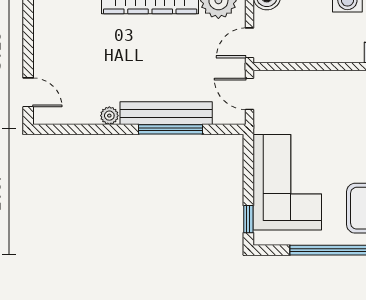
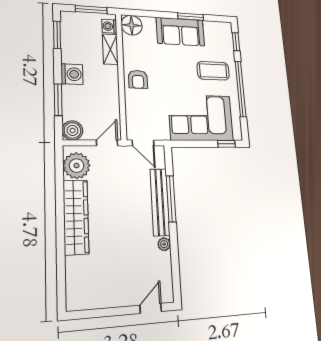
door: (250, 43) -> (107, 143), swing flipped
armchair: (343, 91) -> (138, 79), added
door: (250, 94) -> (143, 143), hinge flipped

